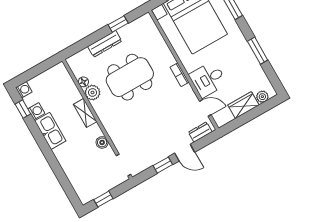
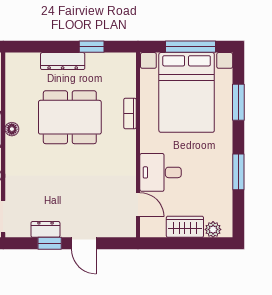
bookcase: (179, 75) -> (130, 113), moved
floor lamp: (83, 82) -> (12, 129), moved
plant: (92, 93) -> (15, 110), removed
dresser: (200, 132) -> (45, 229), moved

